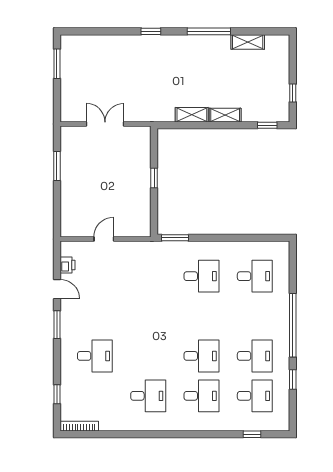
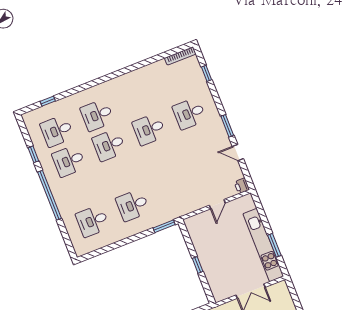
kitchen unit: (69, 171) -> (263, 245), added
printer: (67, 265) -> (242, 186), moved
desk: (148, 396) -> (149, 129), moved

